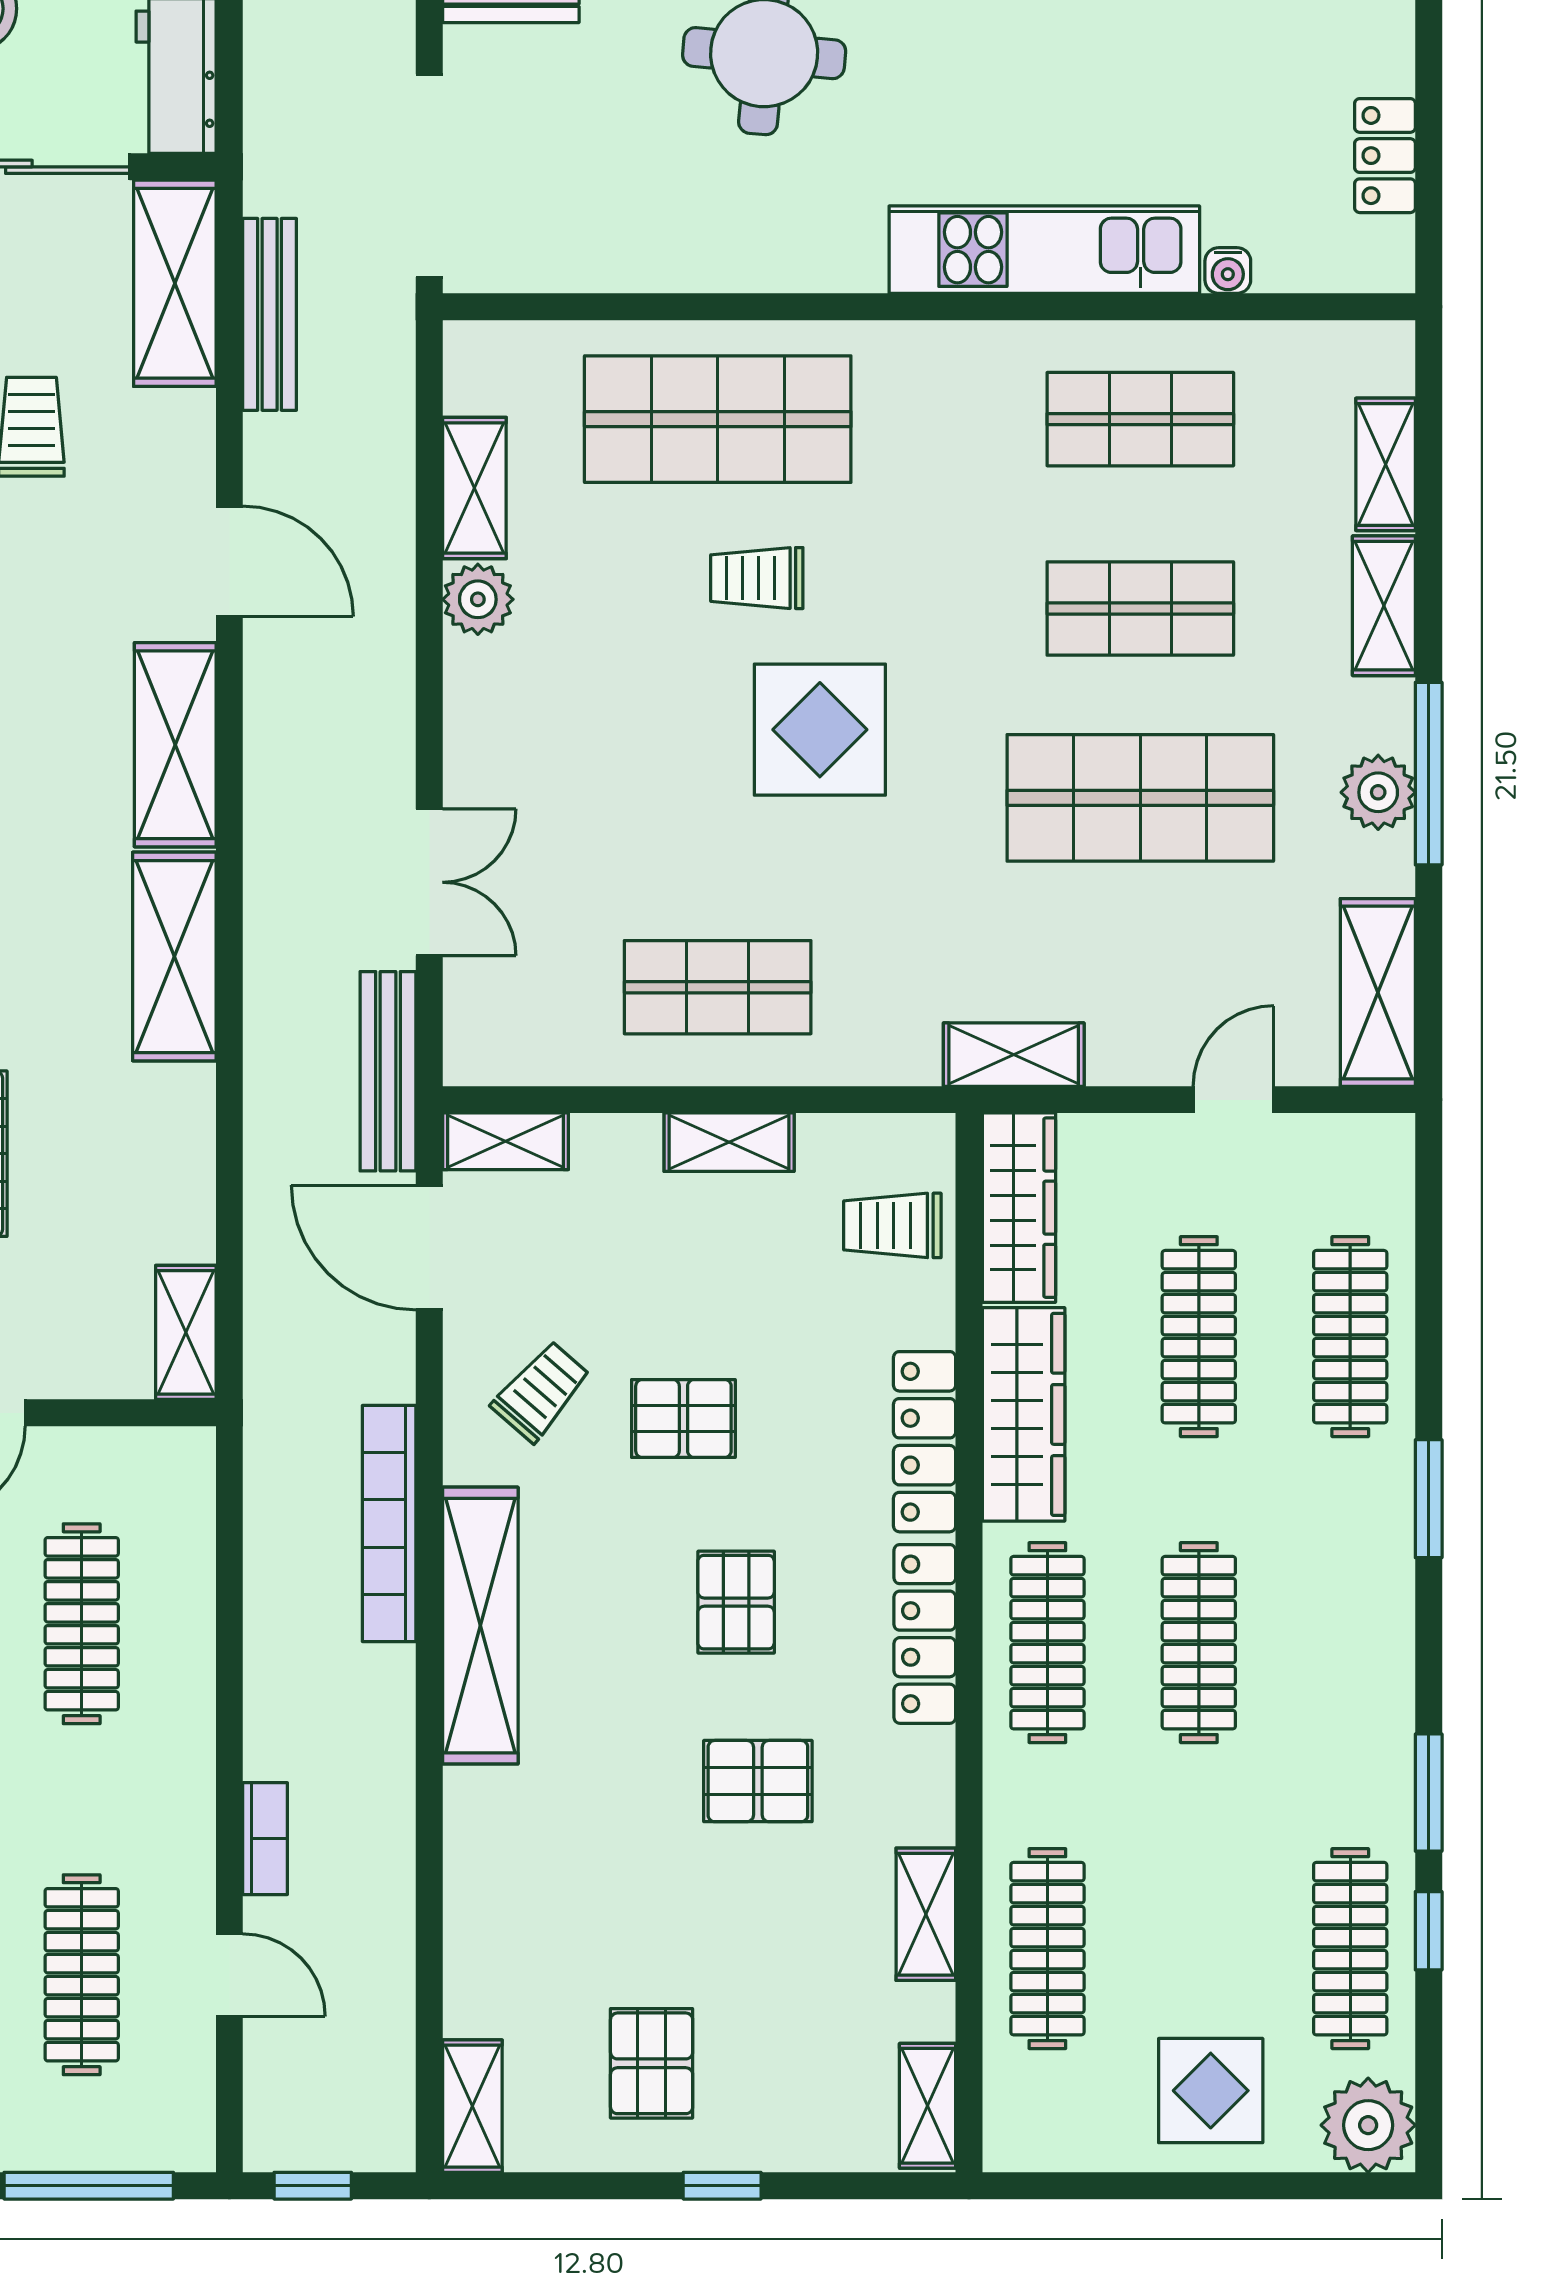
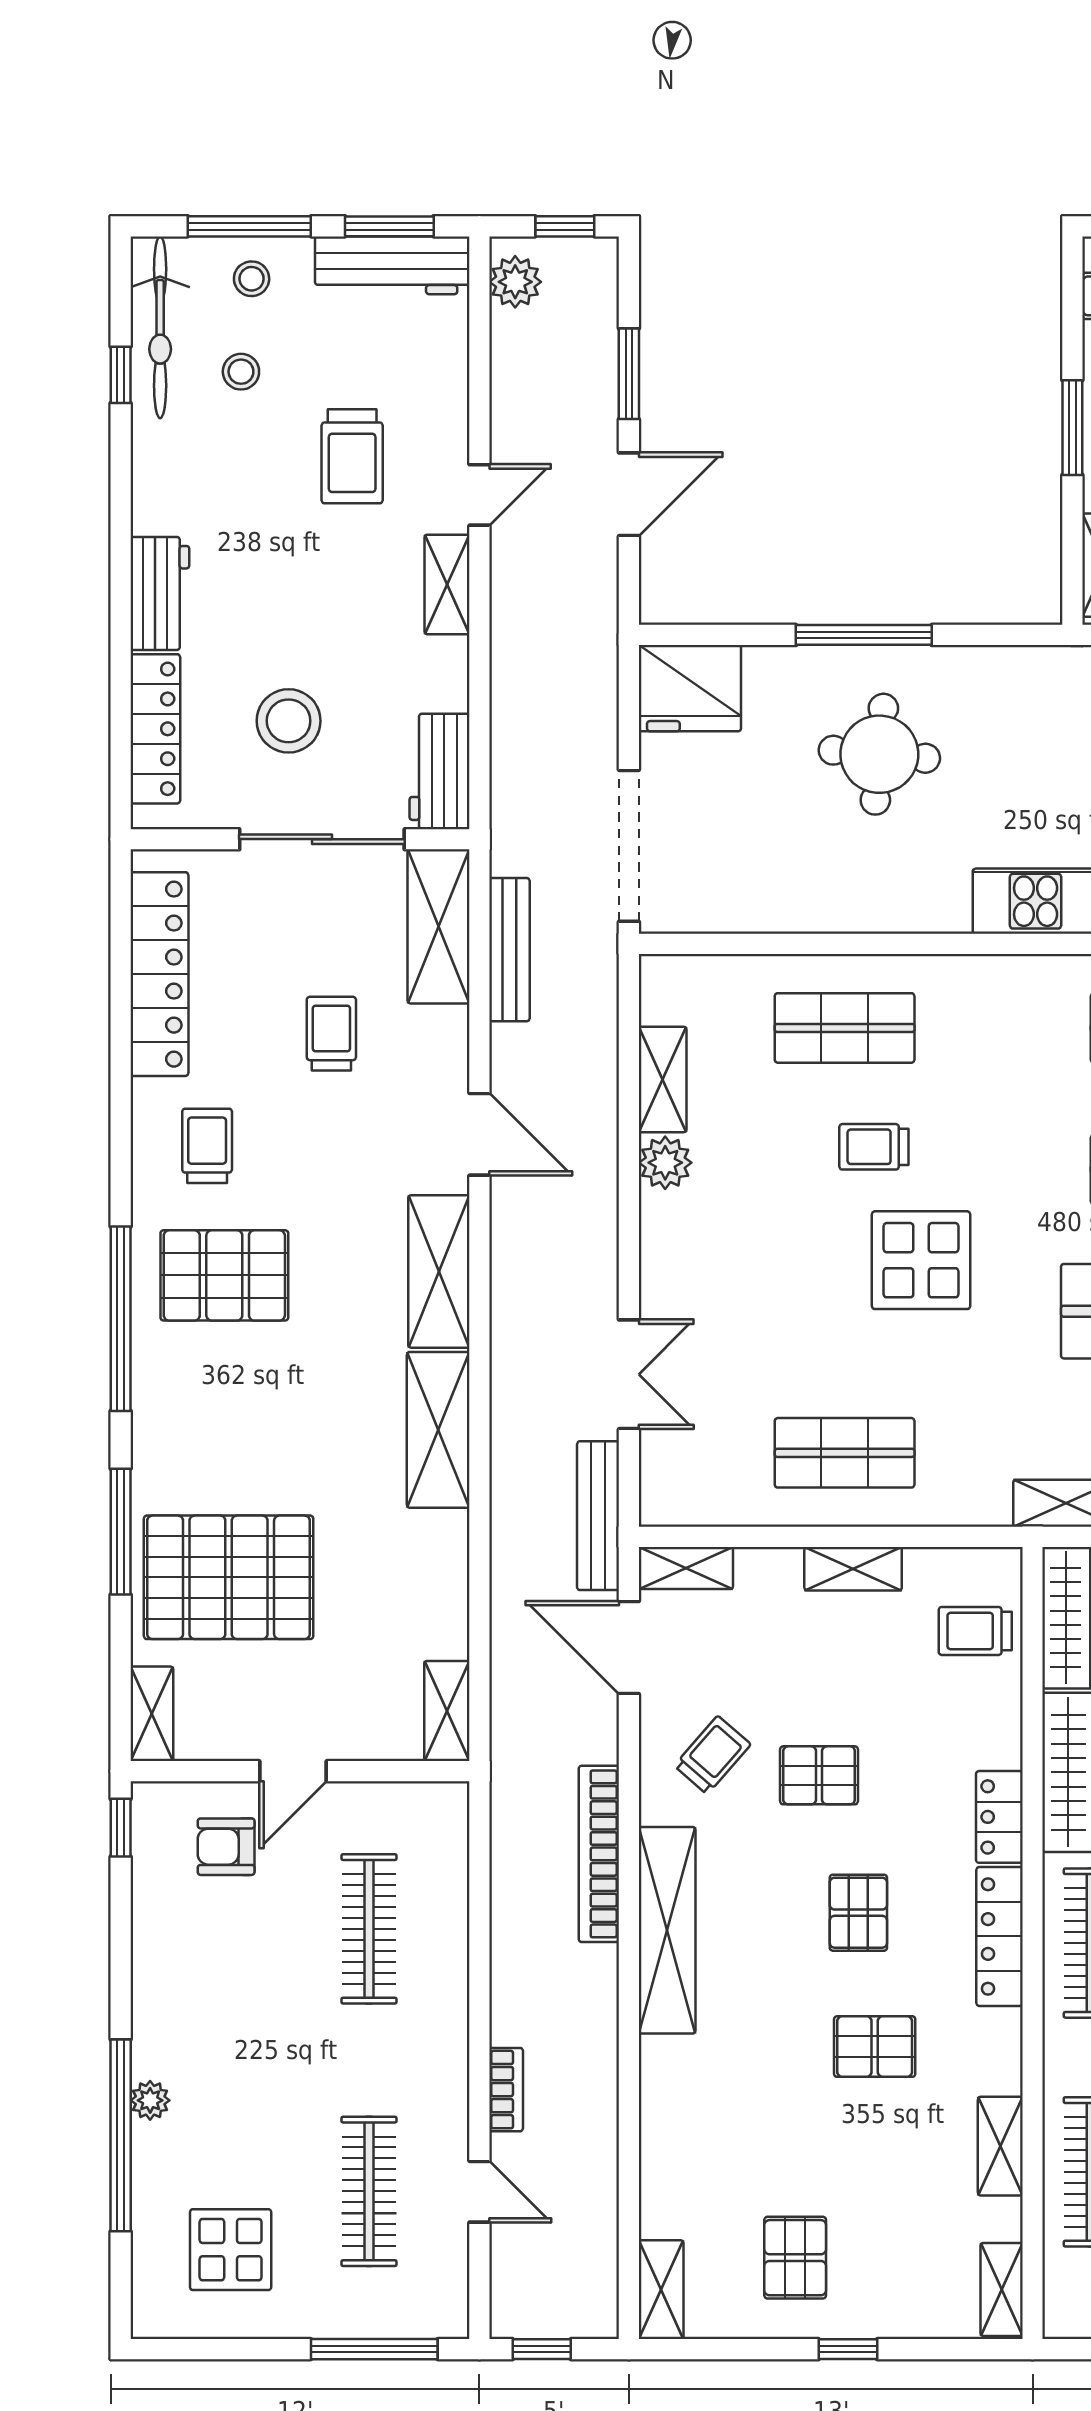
shop shelf: (718, 419) -> (845, 1028), width x0.70, depth x0.74
locker: (925, 1442) -> (999, 1817), width x0.66

